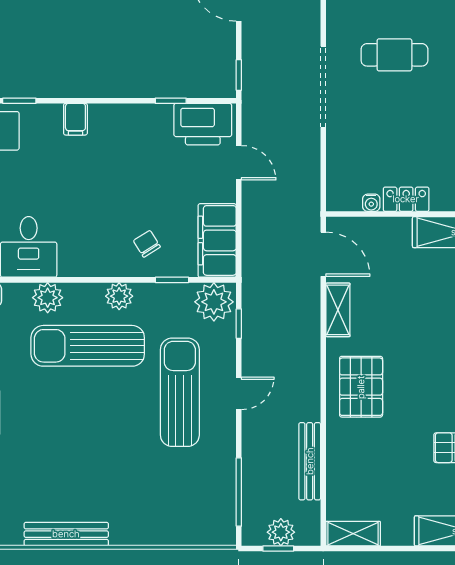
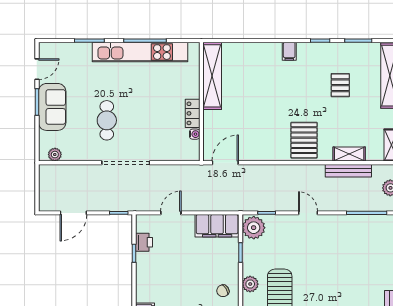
printer: (203, 124) -> (144, 242), width x0.53, depth x0.68
chair: (147, 244) -> (223, 291), moved
shelving: (338, 310) -> (349, 154), moved
pallet: (361, 387) -> (304, 140), turned 90
sun lounger: (180, 392) -> (307, 248), removed

